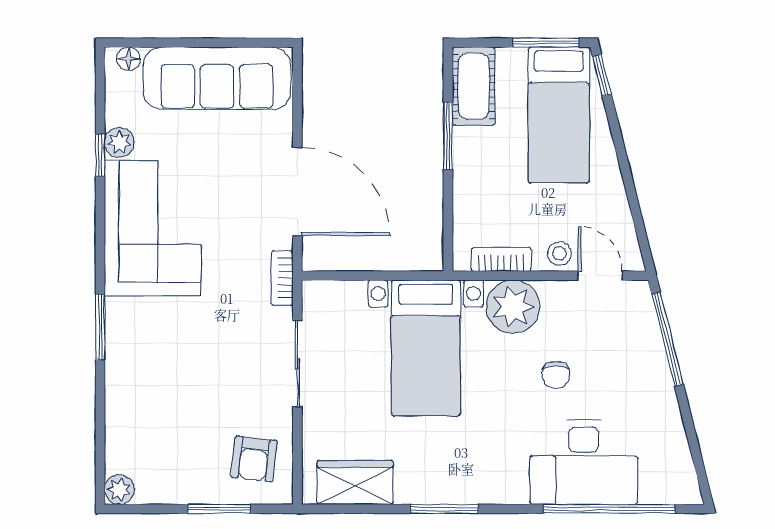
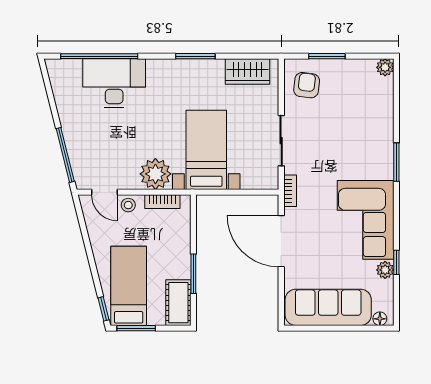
chair: (556, 375) -> (130, 134), removed

